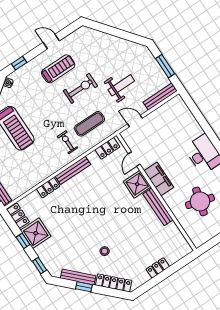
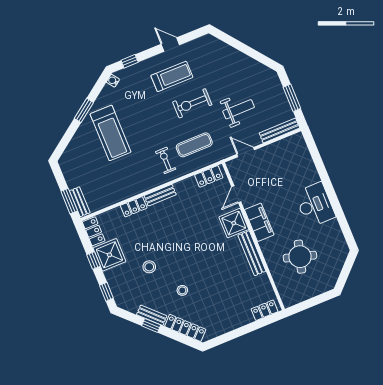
exercise bike: (80, 88) -> (192, 103), turned 180
bench: (73, 170) -> (160, 195), width x0.73
stool: (72, 237) -> (149, 267), added
locker: (158, 268) -> (265, 310), moved
bench: (78, 277) -> (152, 315), width x0.73

